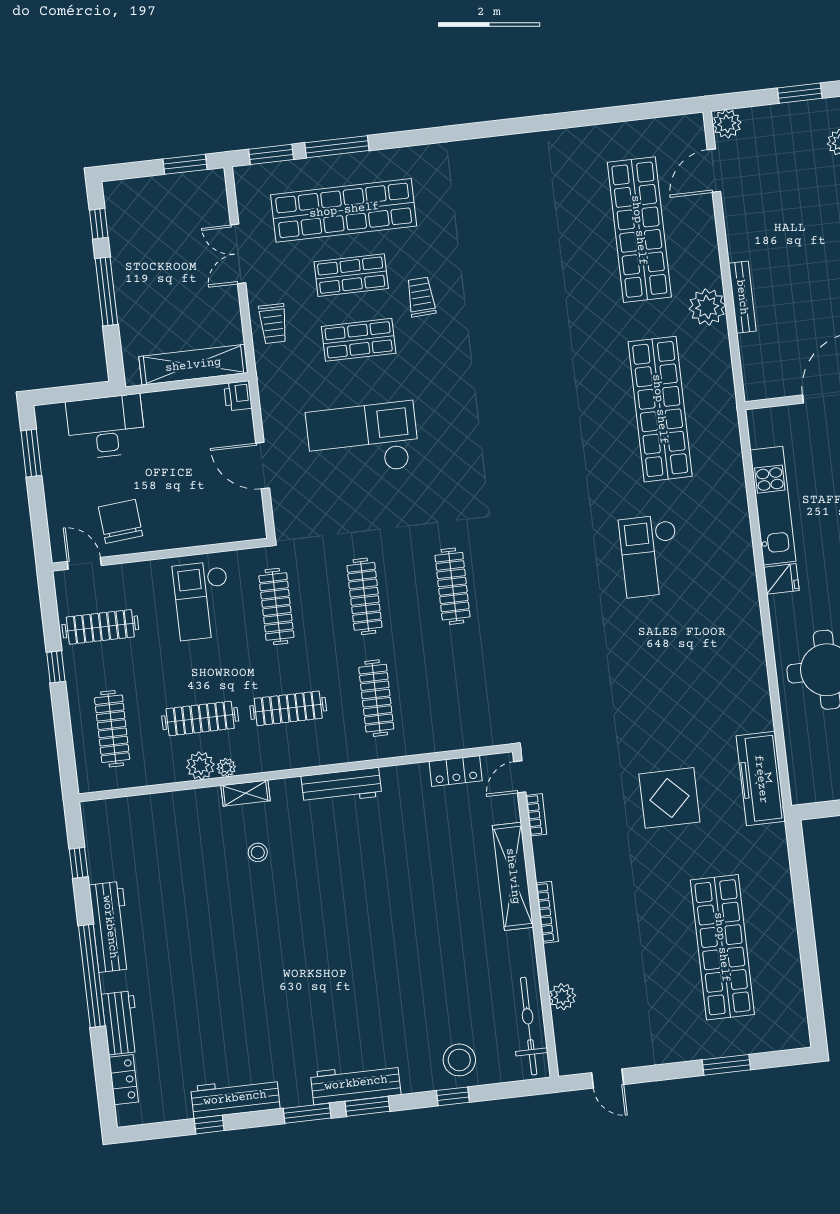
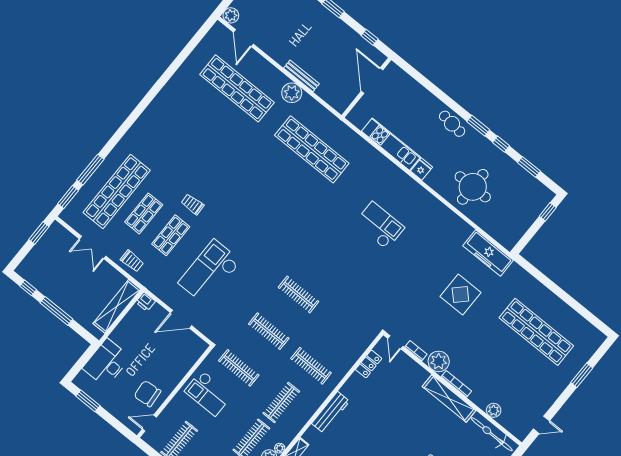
trolley: (421, 297) -> (192, 204), moved
checkout: (650, 556) -> (379, 225), moved, turned 180
plant: (553, 859) -> (439, 361), added
shelving: (513, 876) -> (449, 399), moved

